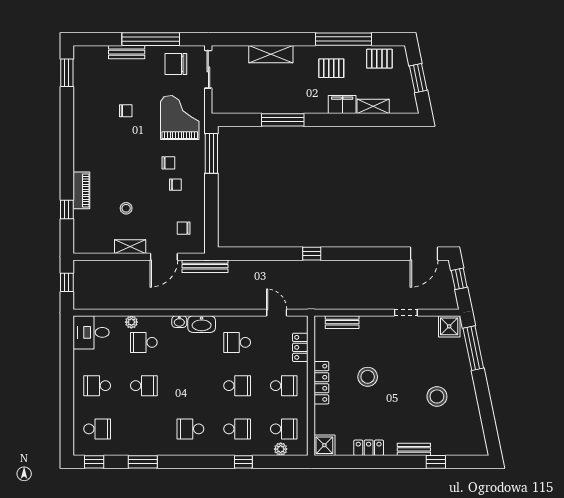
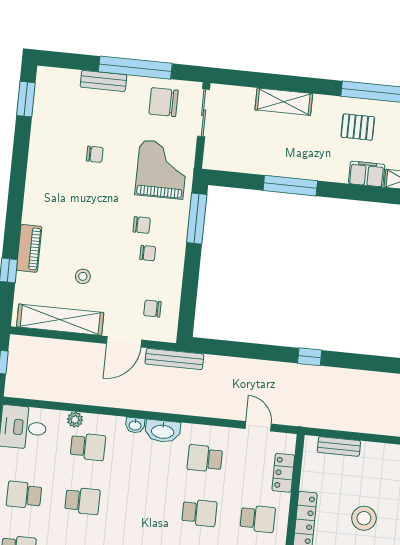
shelving: (130, 247) -> (60, 320), width x2.20, depth x1.33
school desk: (144, 342) -> (88, 447), turned 180

